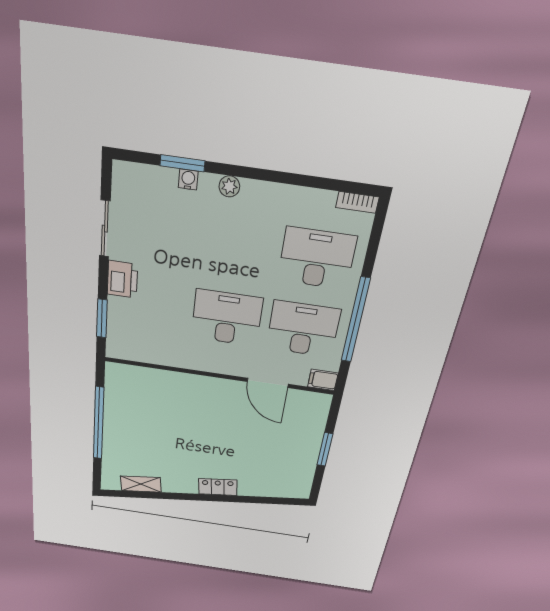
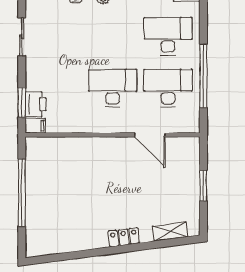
printer: (122, 279) -> (36, 104), moved
filing cabinet: (323, 380) -> (35, 126), moved, turned 180
shelving: (141, 484) -> (170, 231), moved

